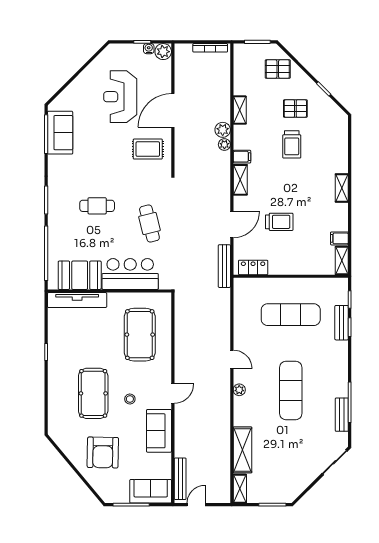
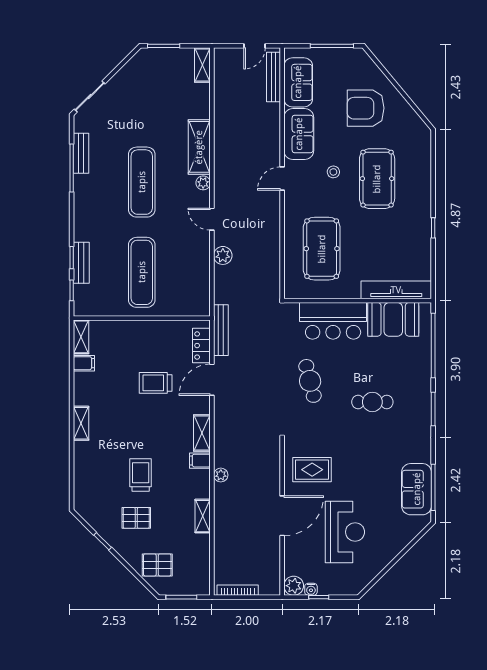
plant: (223, 130) -> (223, 255), moved
locker: (253, 267) -> (201, 346), moved, turned 90
exercise mat: (291, 315) -> (142, 272), turned 90
shelving: (242, 450) -> (199, 147), moved
armchair: (103, 452) -> (366, 108), turned -91
sofa: (151, 491) -> (298, 82), moved, turned -90

